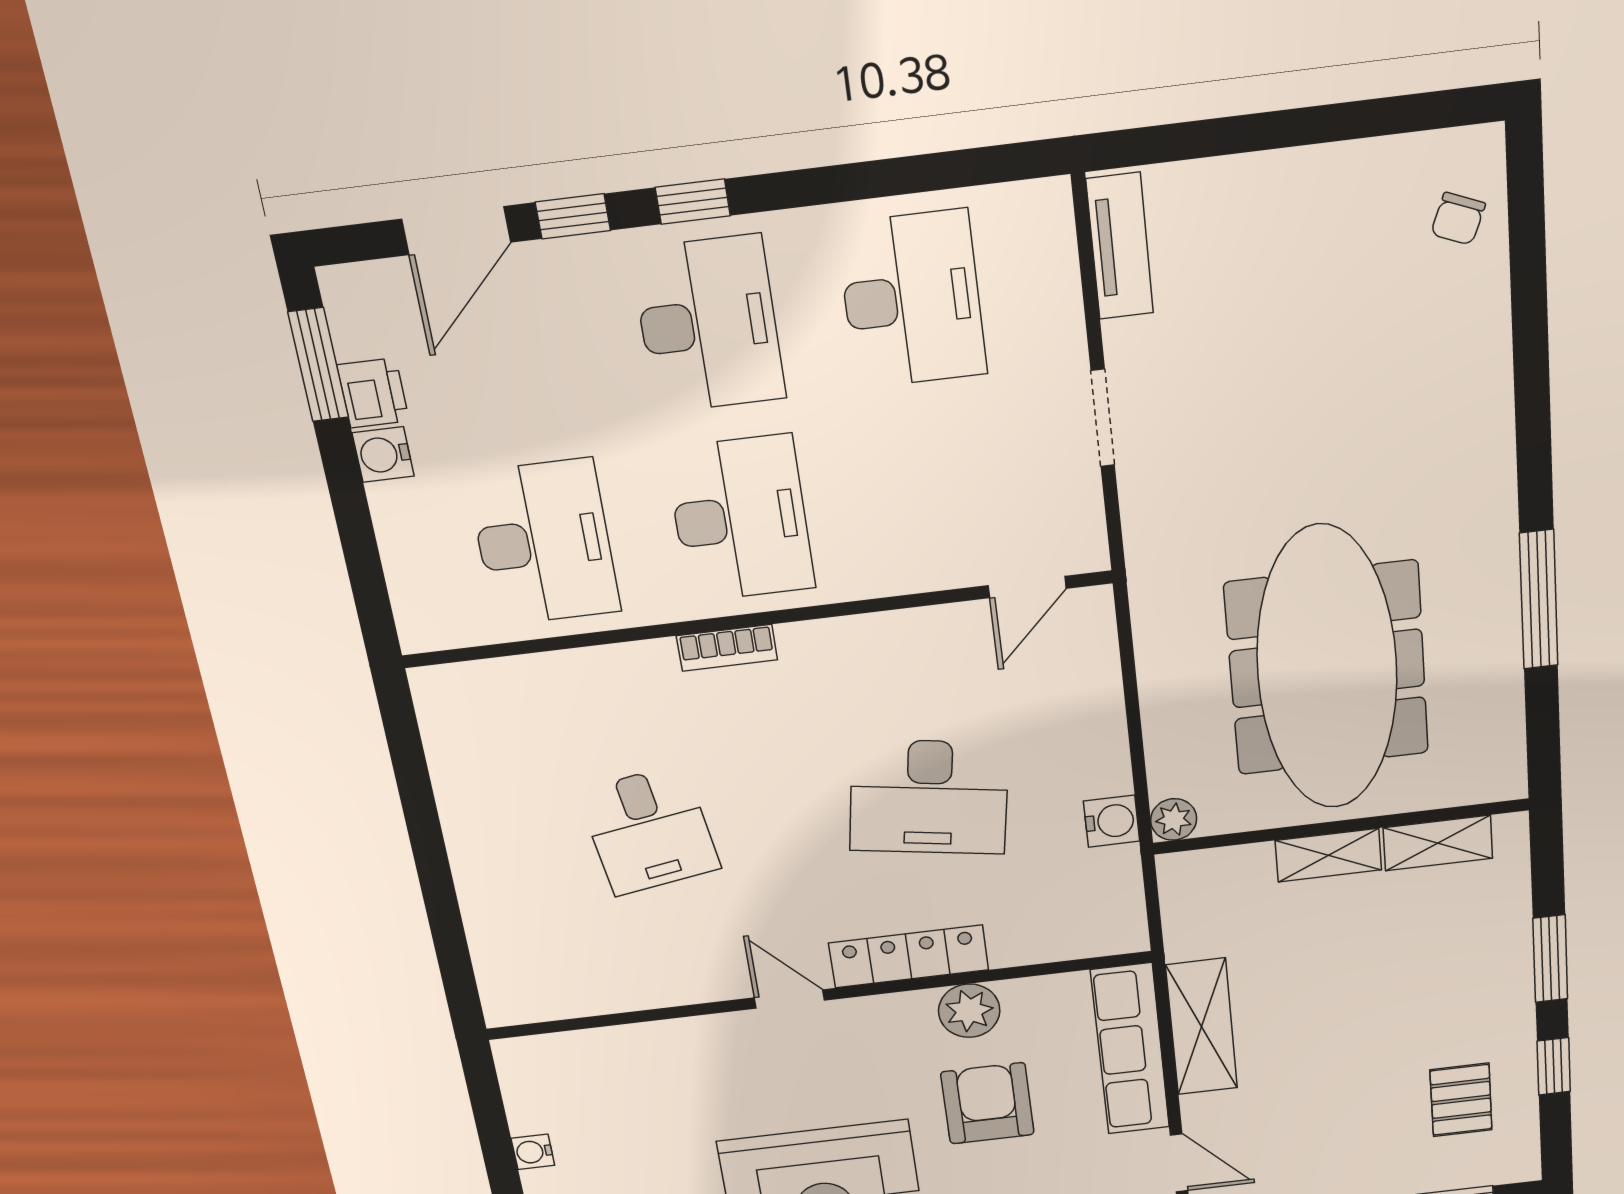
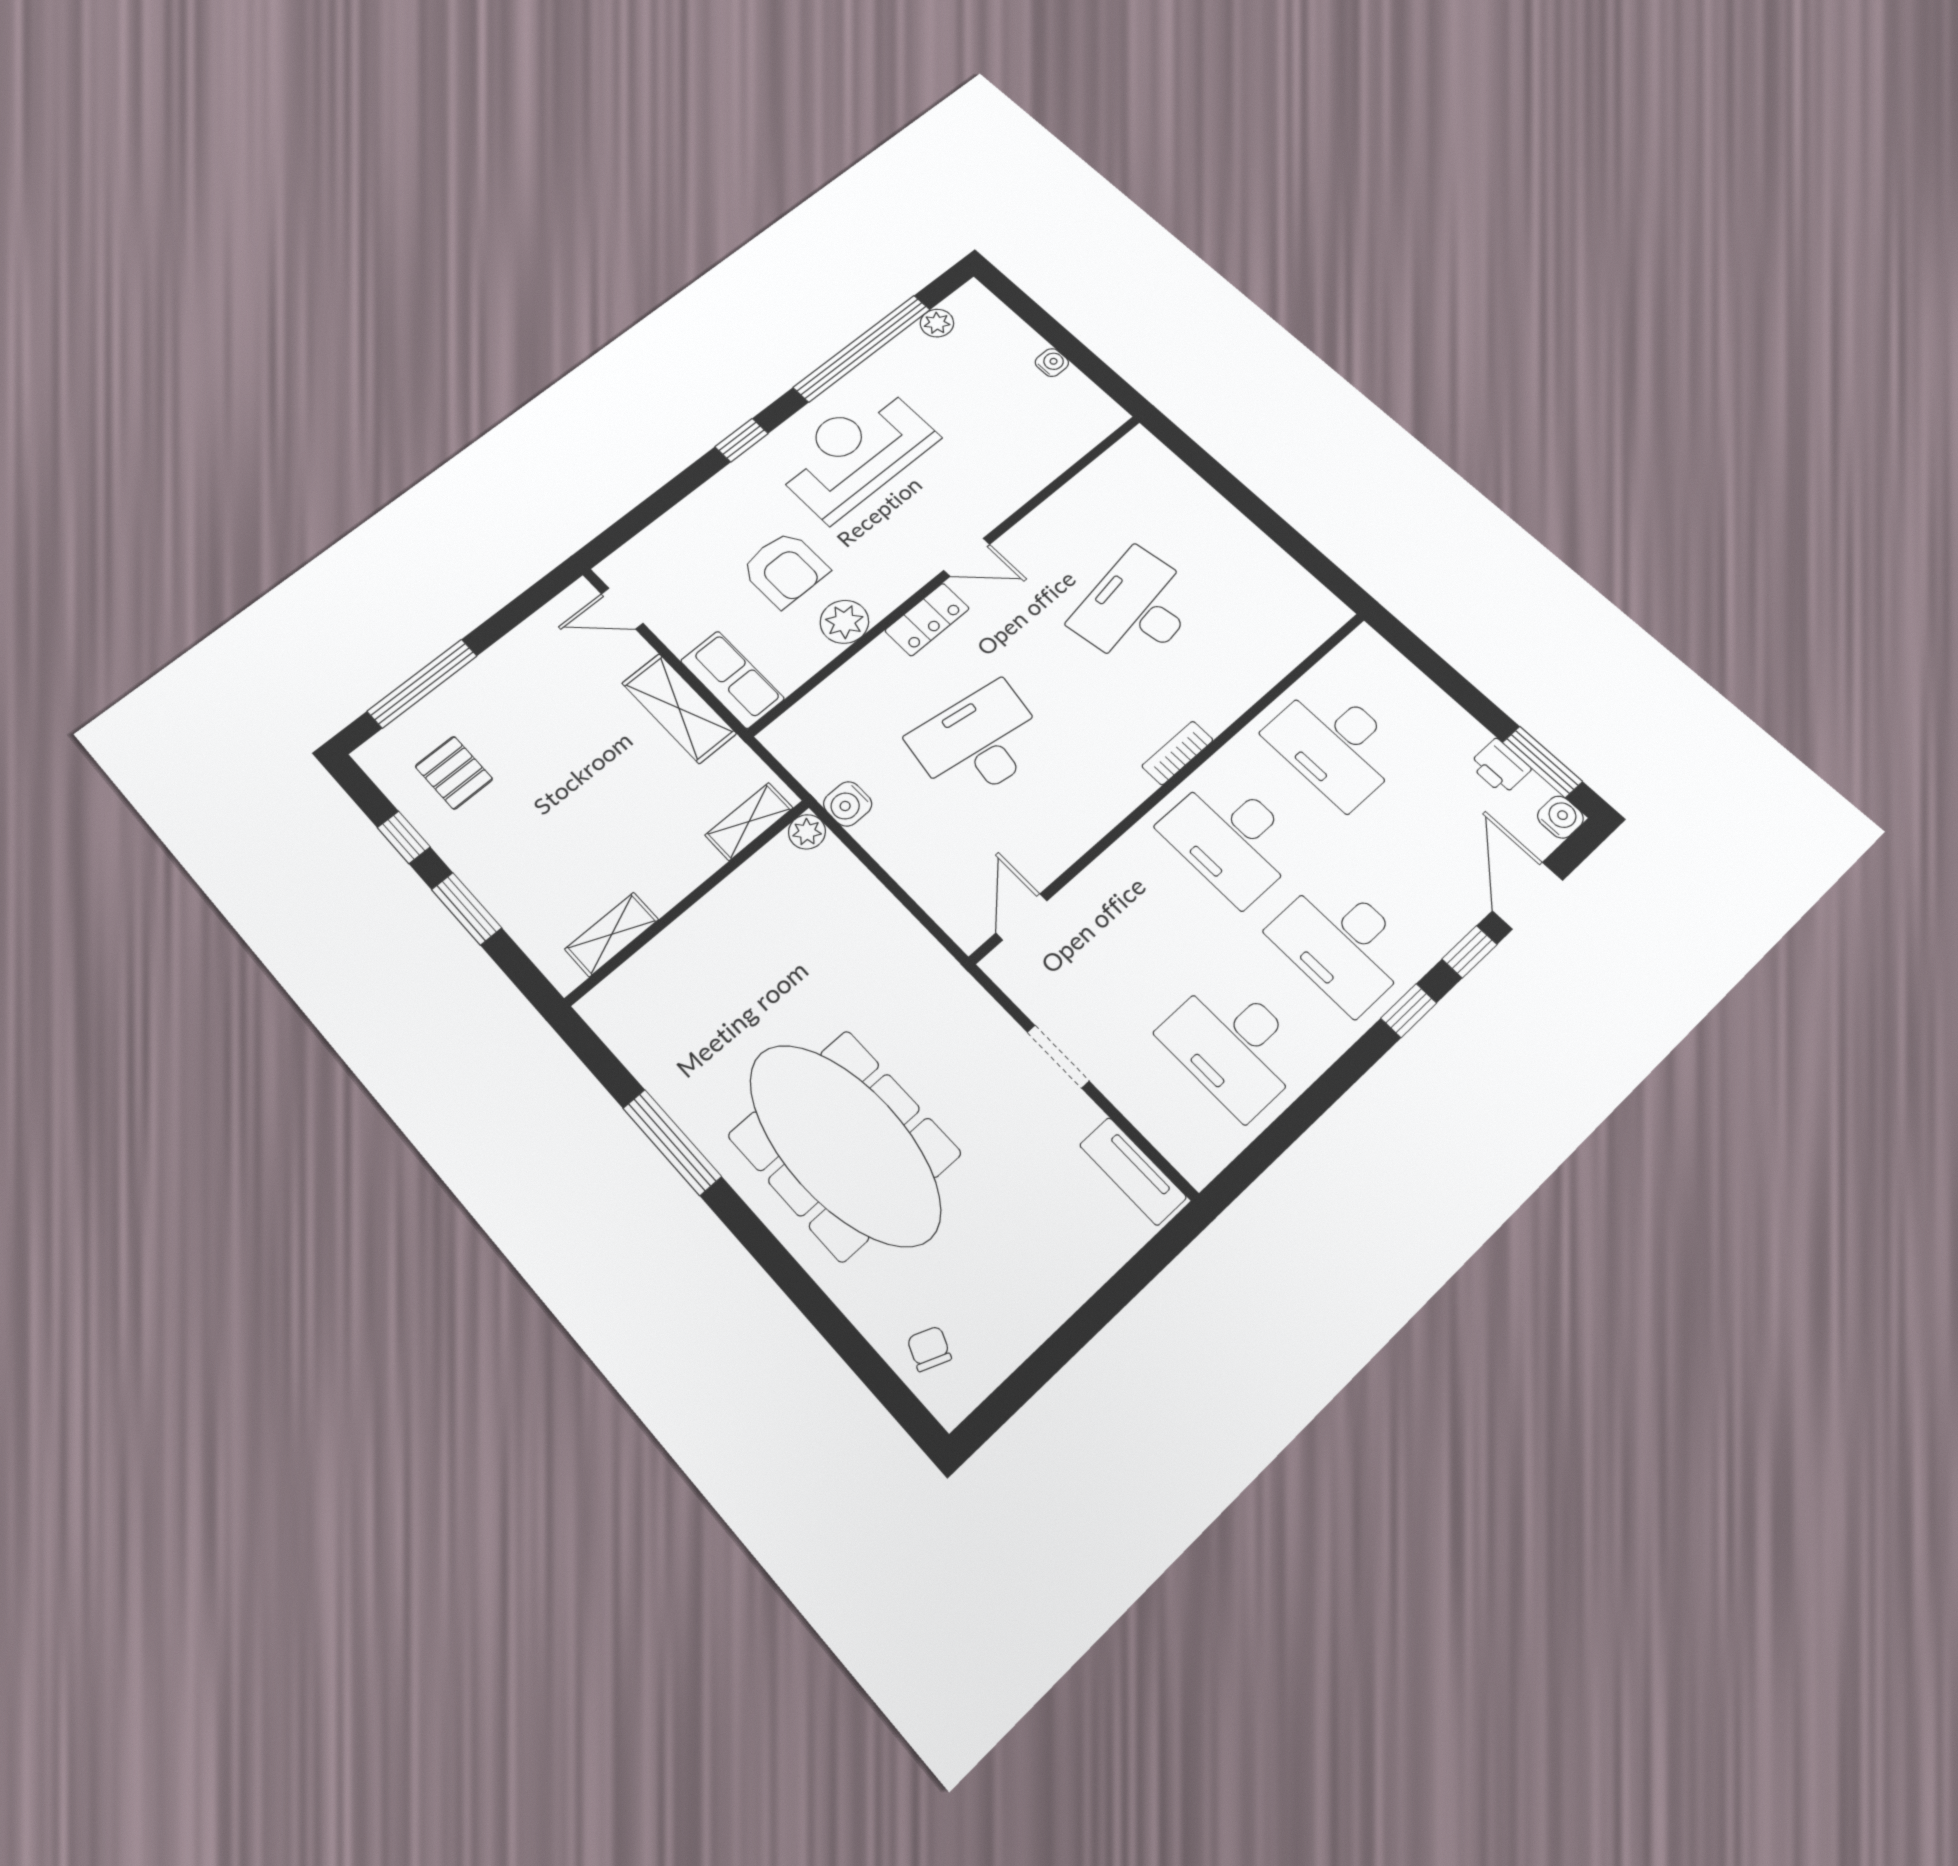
water cooler: (383, 455) -> (1560, 817), moved
meeting table: (1327, 668) -> (844, 1144), moved
desk: (649, 830) -> (1137, 609), width x1.37
shelving: (1328, 855) -> (749, 822), moved
locker: (909, 956) -> (927, 620), width x0.66
row of seats: (1130, 1049) -> (732, 680), width x0.68

